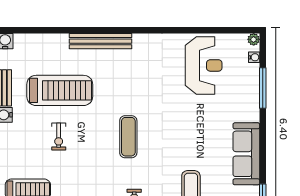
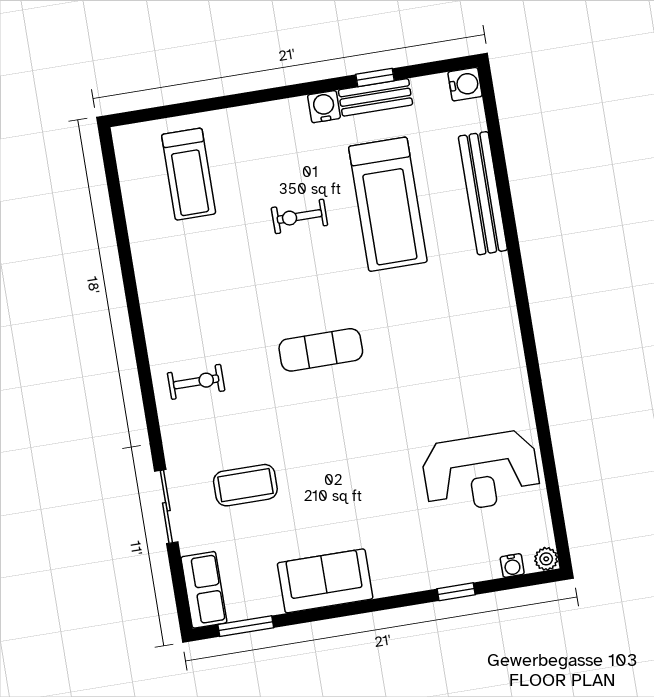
bench: (101, 41) -> (483, 193), moved
window: (263, 88) -> (456, 592), width x0.46
sofa: (246, 154) -> (325, 581), width x0.73

